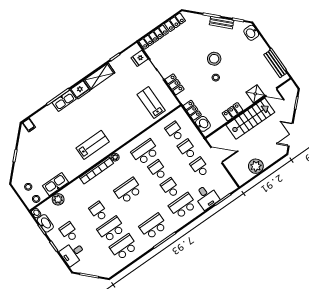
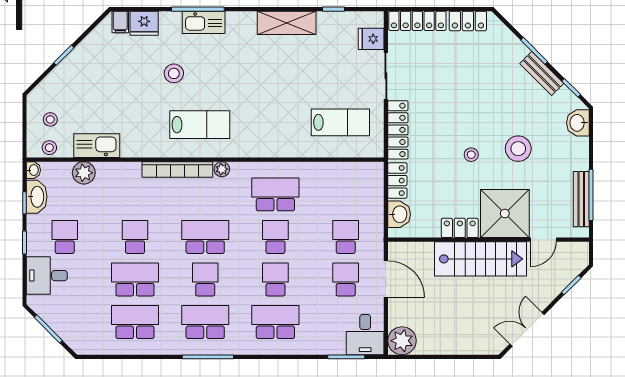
stool: (214, 59) -> (518, 149), moved
locker: (175, 84) -> (398, 130), width x1.53
fridge: (80, 90) -> (144, 23), moved
door: (271, 92) -> (544, 240), hinge flipped
shower: (255, 94) -> (505, 214), width x1.86, depth x1.86
lab bench: (151, 102) -> (340, 122), turned 90
stool: (67, 131) -> (174, 73), added
school desk: (175, 131) -> (205, 279), moved
plant: (256, 166) -> (402, 341), moved
desk: (207, 197) -> (365, 335), moved

